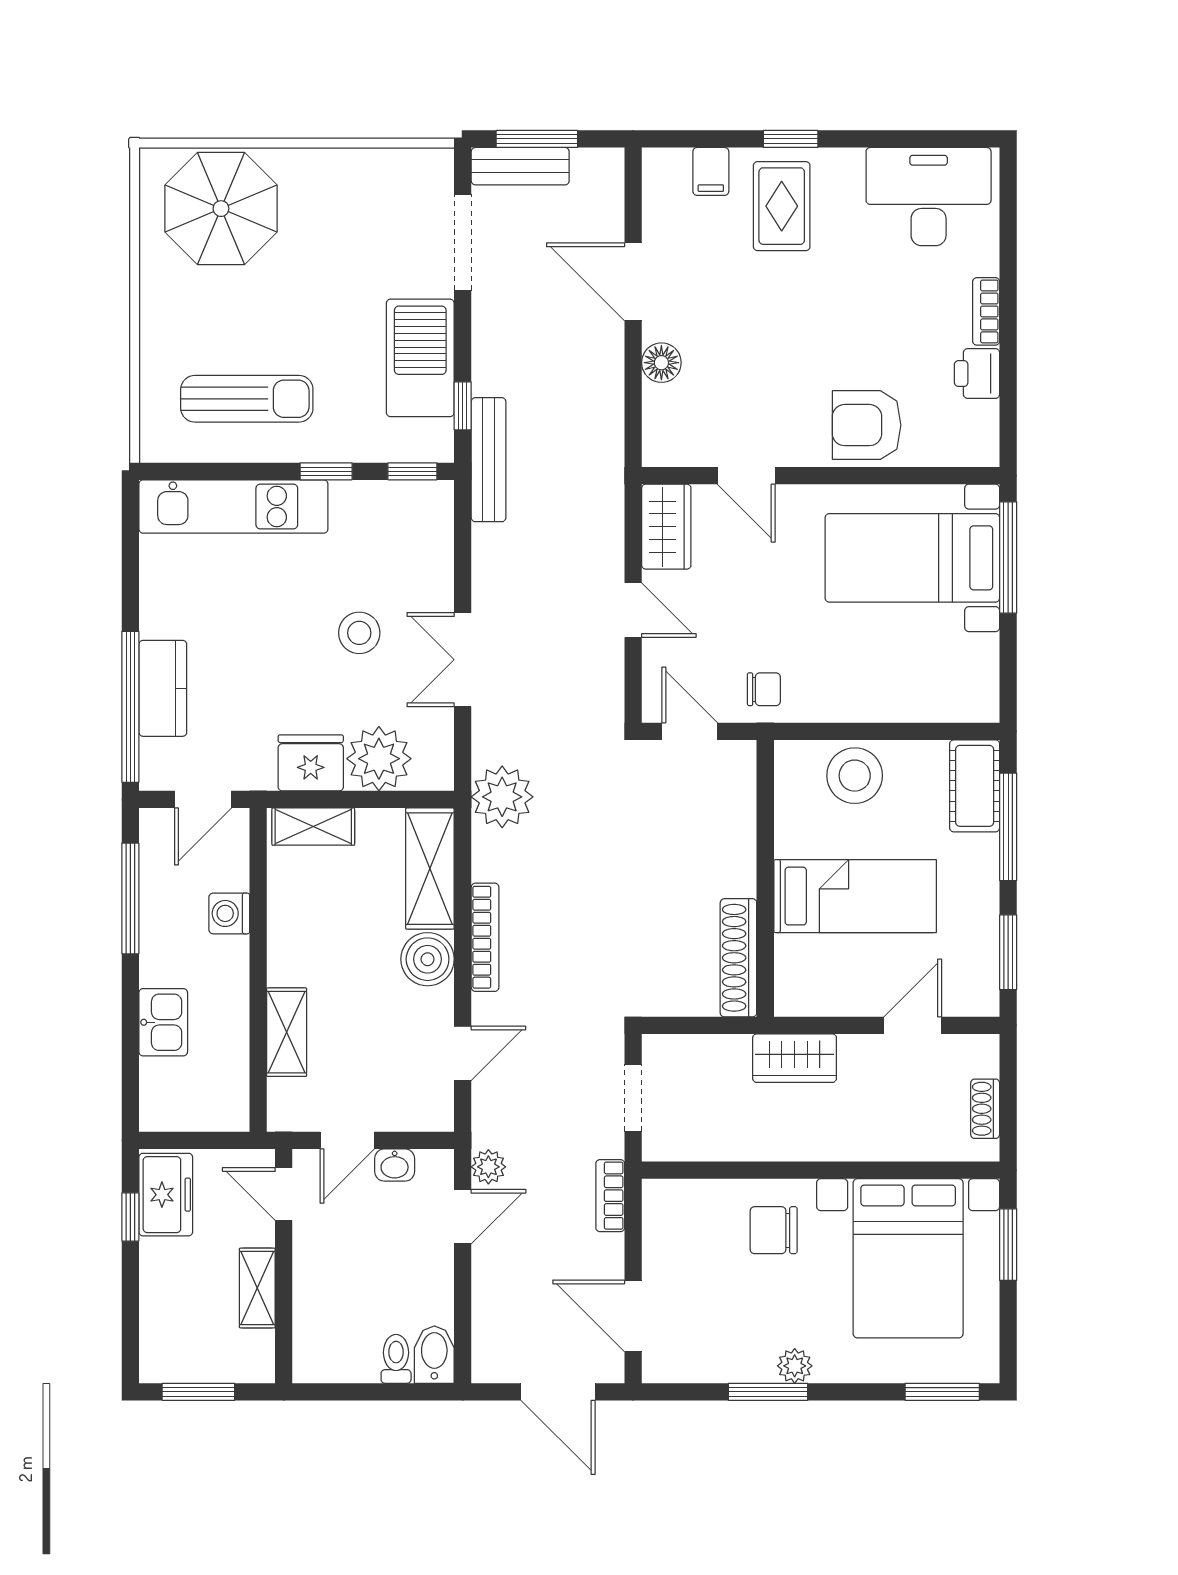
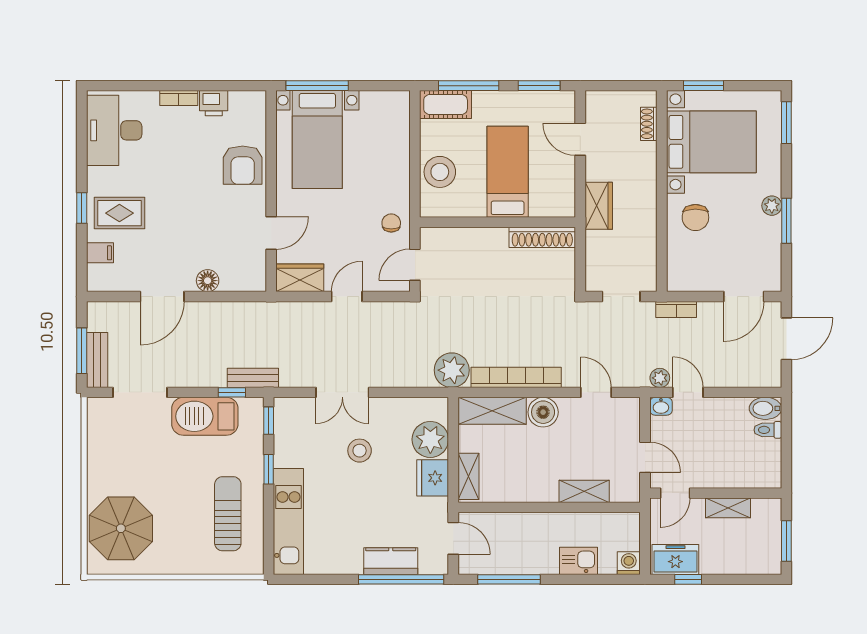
bench: (489, 460) -> (253, 378), width x0.73
double door: (463, 660) -> (342, 392), moved
washing machine: (229, 913) -> (629, 563), moved, turned 180
bookcase: (485, 937) -> (516, 377), width x1.48, depth x1.31
shoe rack: (985, 1109) -> (649, 124), moved, turned 90
washbasin: (395, 1165) -> (661, 406), moved, turned 90

